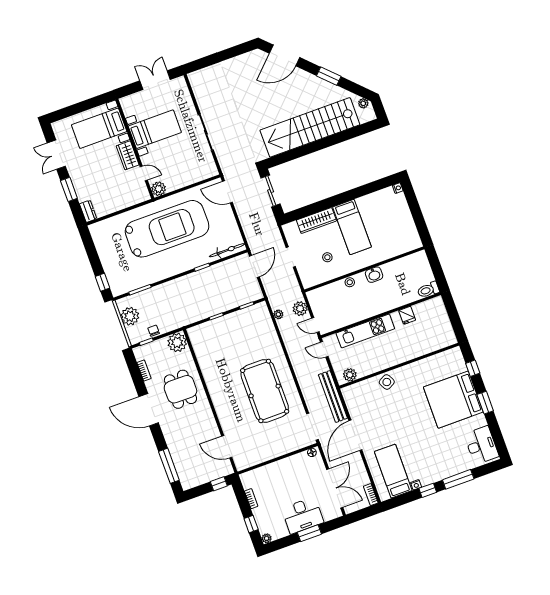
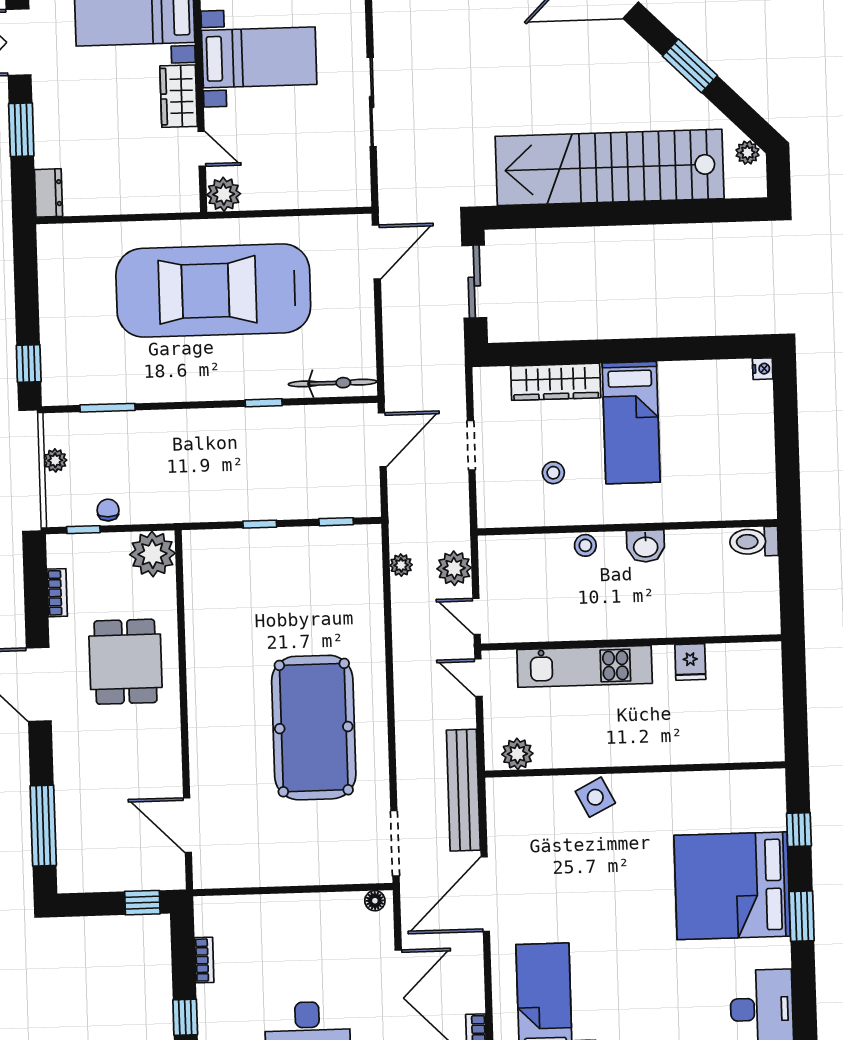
door: (227, 192) -> (376, 252), swing flipped
car: (167, 229) -> (213, 291), turned 180
toilet: (428, 290) -> (754, 542), moved
plant: (130, 316) -> (55, 460), width x0.53, depth x0.53

